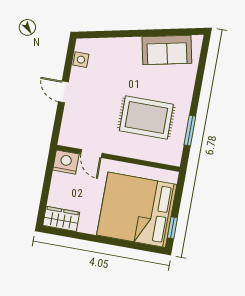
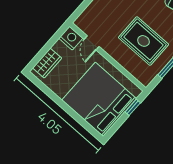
wardrobe: (61, 219) -> (47, 63), moved, turned 90
window: (172, 228) -> (133, 107), moved

